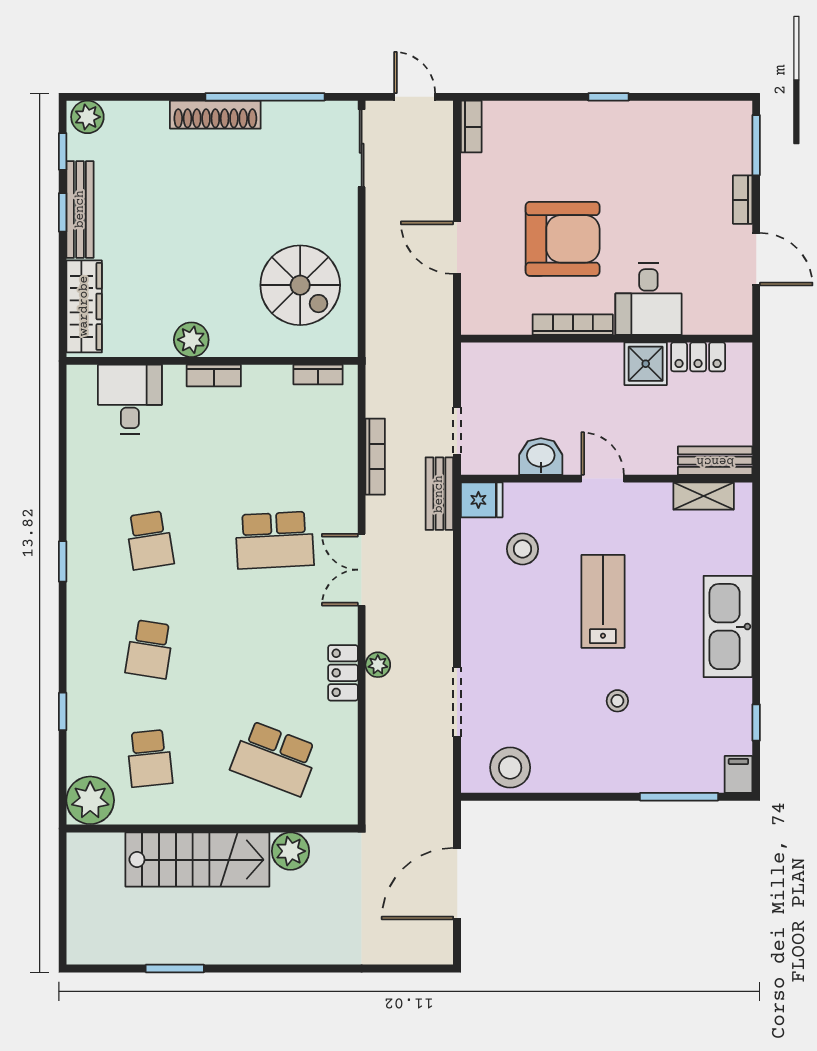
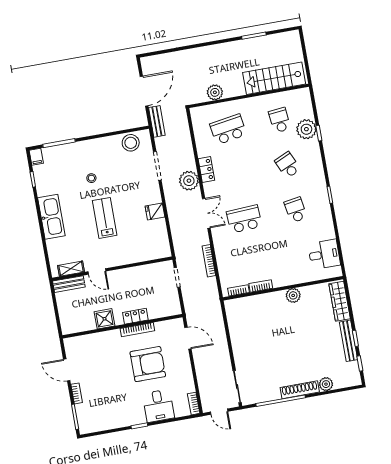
plant: (87, 117) -> (326, 384), moved
armchair: (563, 239) -> (148, 364), turned 180
door: (457, 248) -> (188, 338), moved
spiral stairs: (300, 285) -> (252, 326), removed
desk: (648, 299) -> (158, 406), moved, turned 180
locker: (698, 357) -> (135, 316), moved
bookcase: (214, 376) -> (261, 286), moved
desk: (130, 399) -> (324, 254), moved, turned -90
washbasin: (541, 456) -> (141, 273), removed
door: (603, 479) -> (97, 271), moved
bench: (439, 494) -> (157, 121), moved
fridge: (482, 500) -> (155, 211), moved
stool: (523, 549) -> (142, 234), removed
lab bench: (603, 601) -> (105, 218), turned 180
school desk: (150, 649) -> (288, 165), turned -33
plant: (378, 665) -> (189, 181), width x1.87, depth x1.87
school desk: (275, 758) -> (228, 129), turned -30
plant: (90, 800) -> (306, 129), moved
stairs: (197, 860) -> (274, 78), moved

